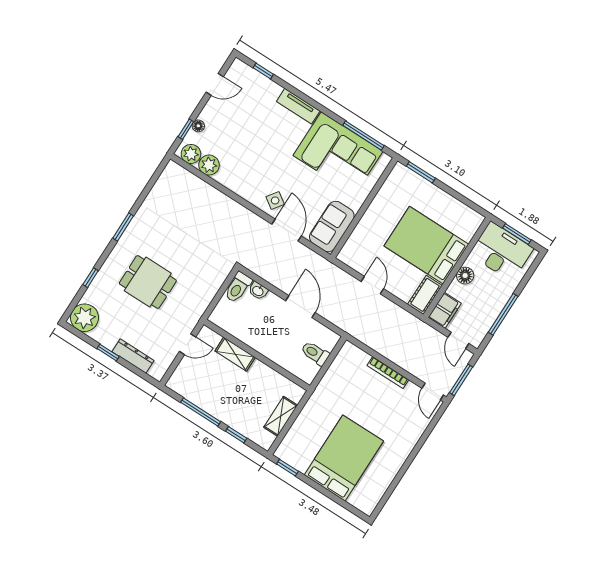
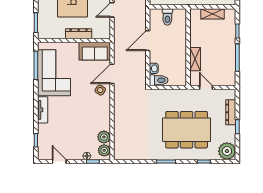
dresser: (369, 220) -> (79, 34), added
dining table: (148, 282) -> (187, 130), width x1.88, depth x1.24

